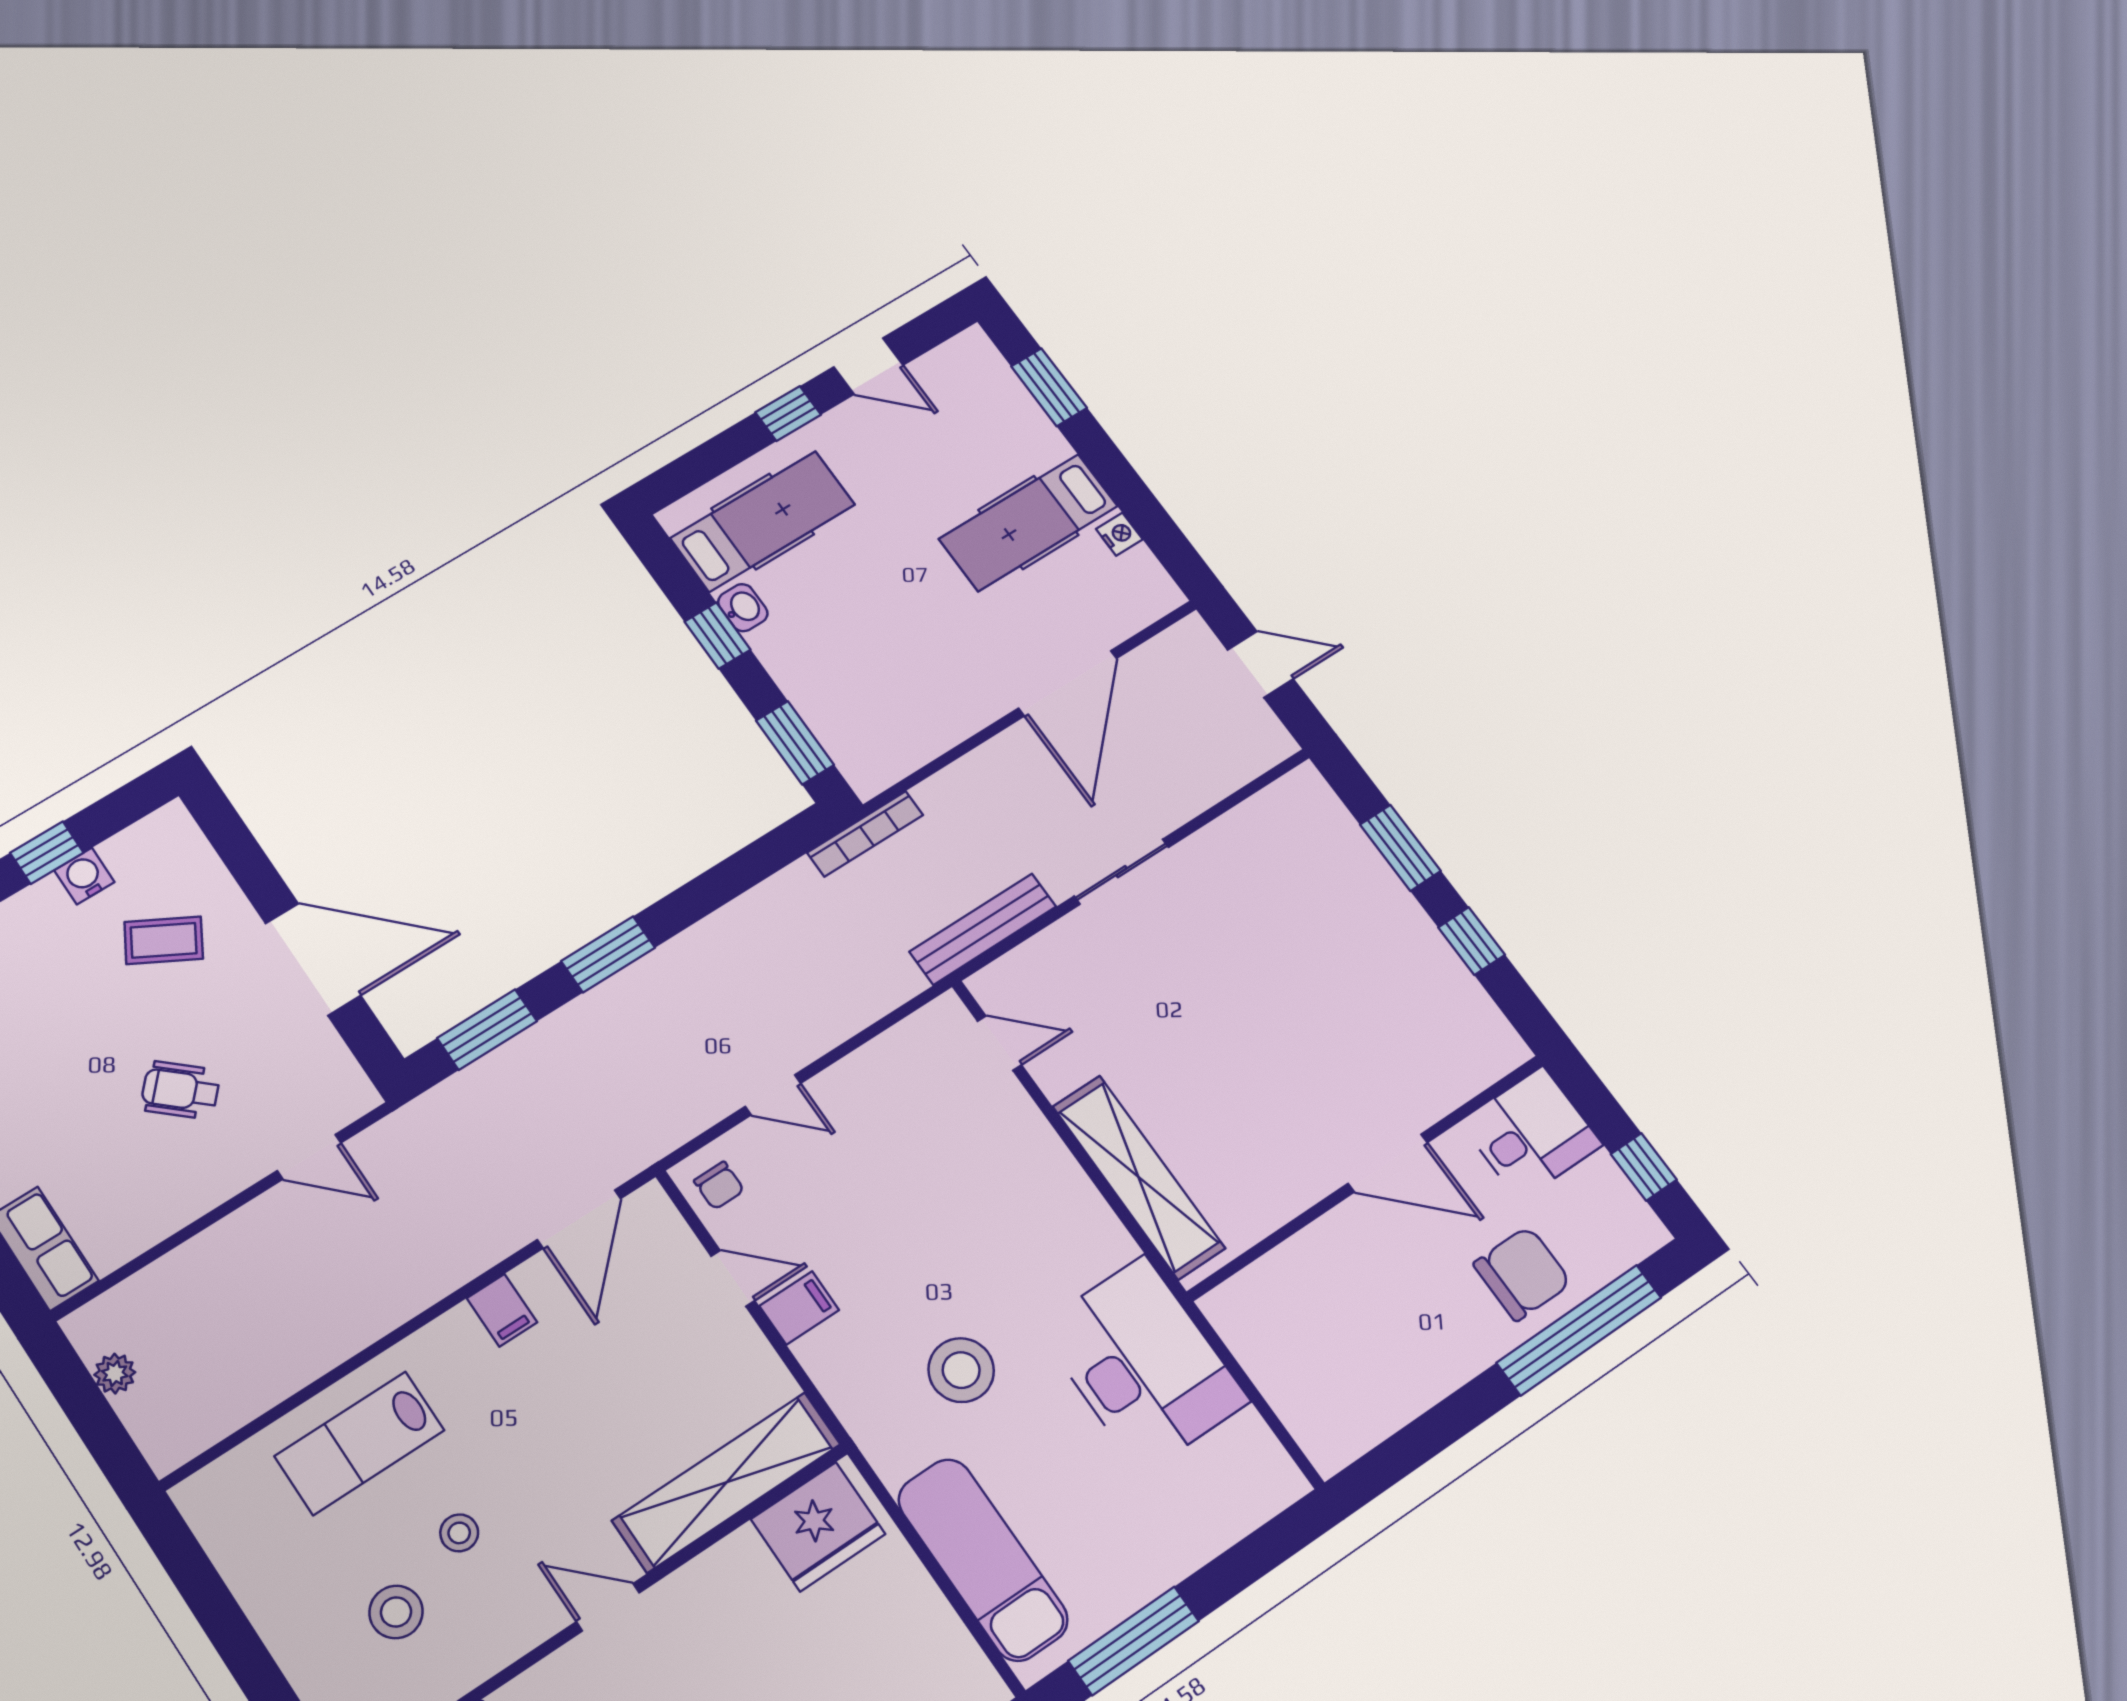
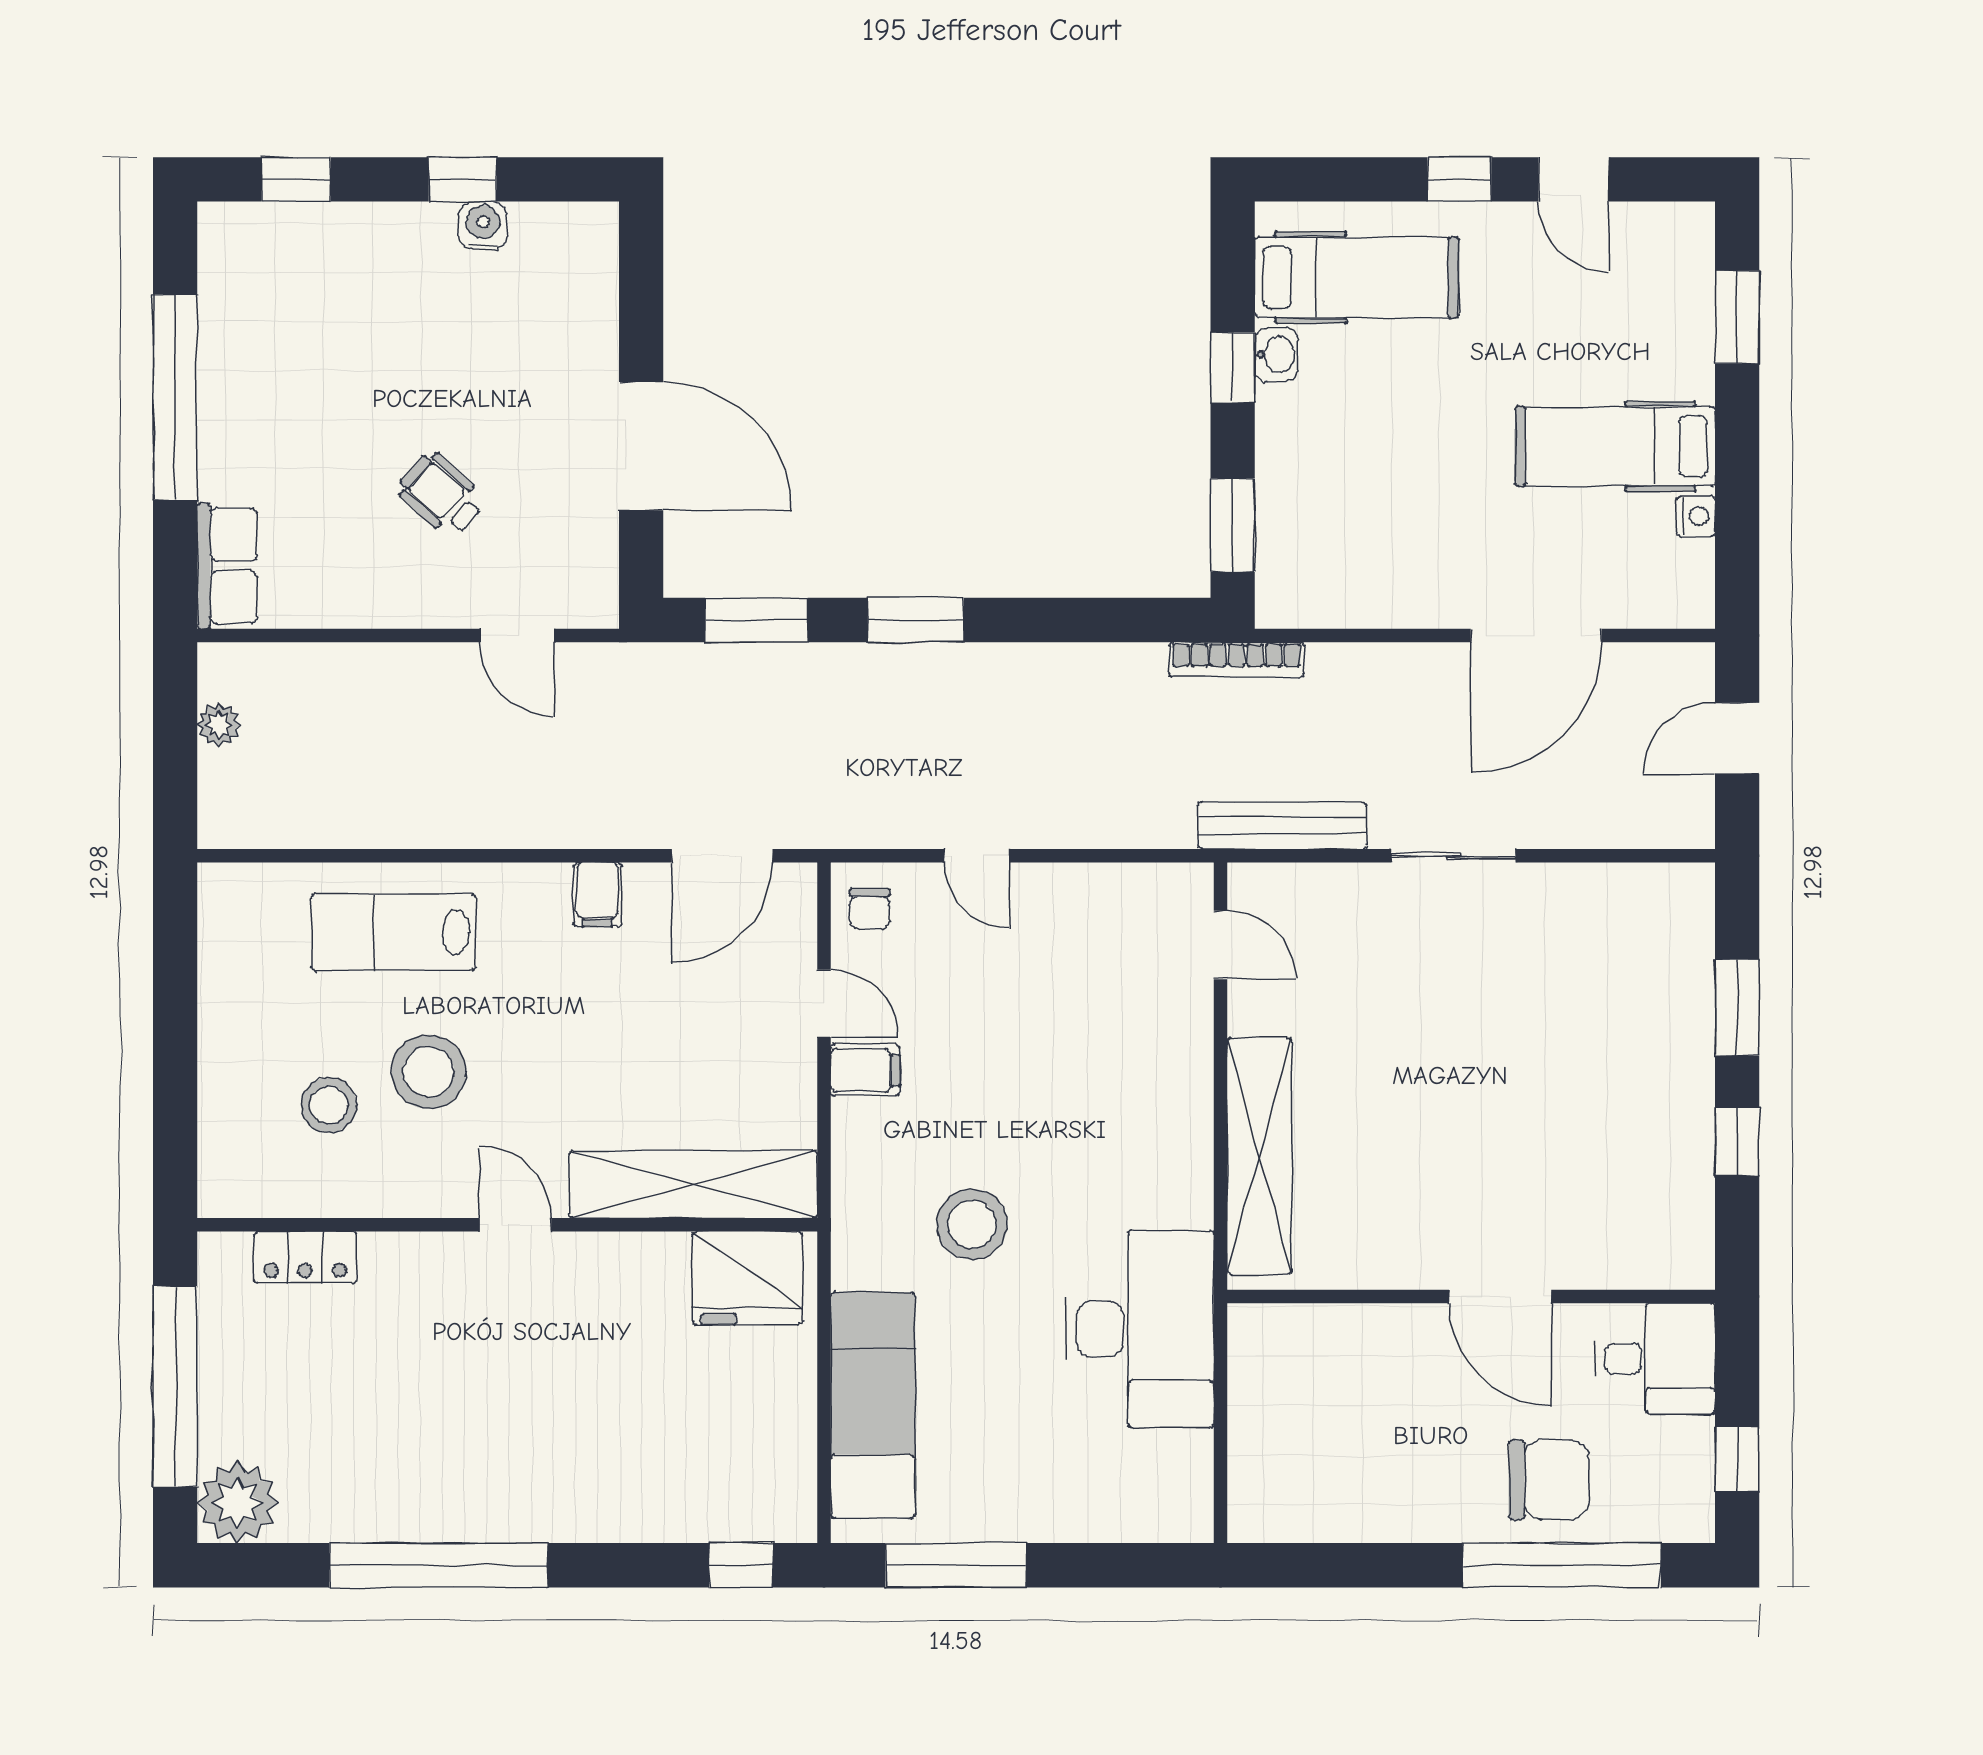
door: (1260, 664) -> (1737, 738), swing flipped
coffee table: (164, 940) -> (516, 338), removed
stool: (459, 1533) -> (429, 1072), width x1.89, depth x1.89

